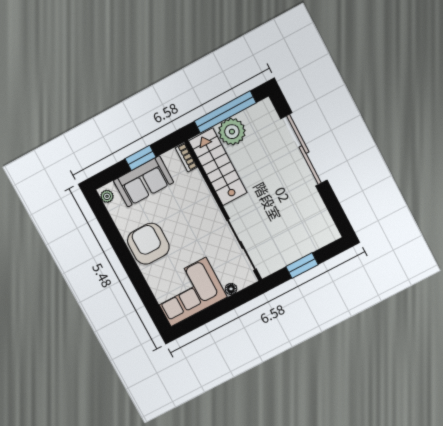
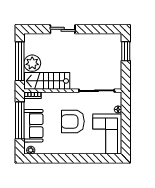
sliding door: (304, 149) -> (63, 29), width x0.54
window: (140, 158) -> (20, 120), width x2.11
armchair: (148, 244) -> (73, 121), moved
window: (302, 266) -> (126, 51), moved

